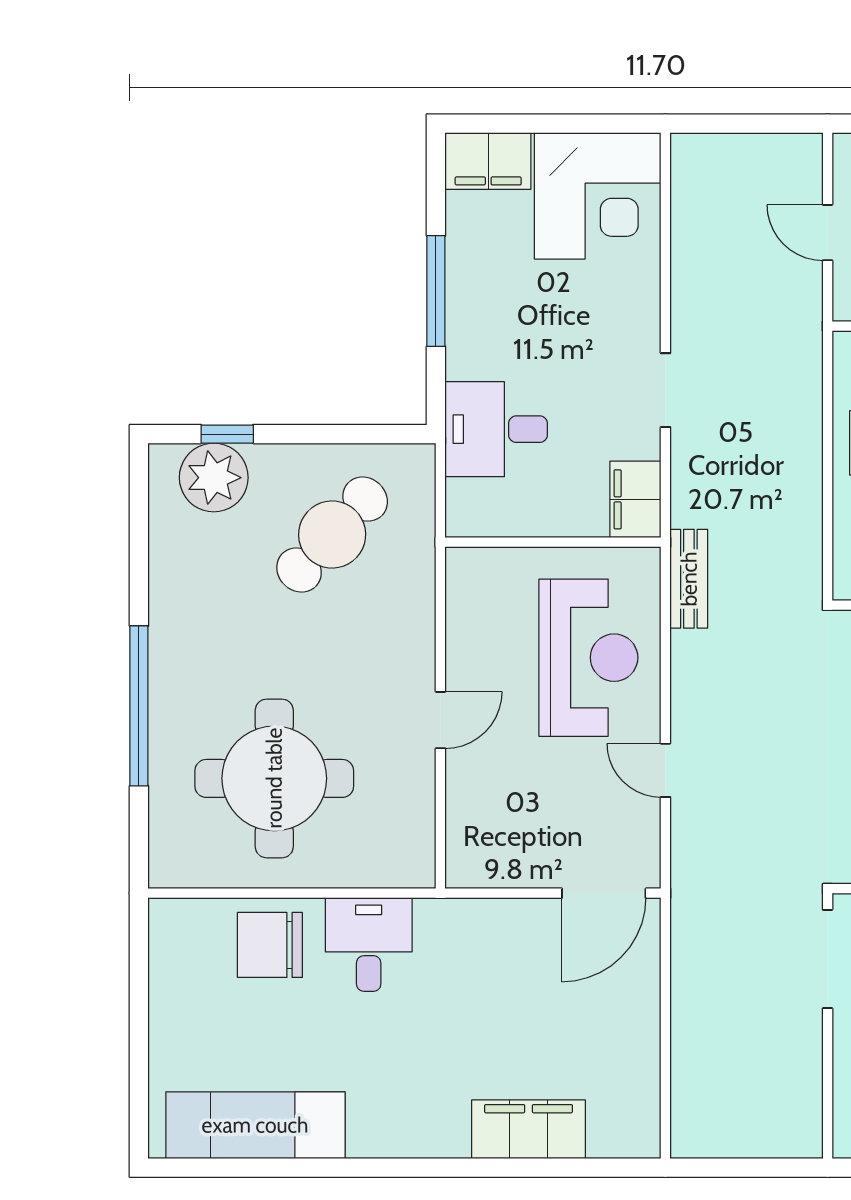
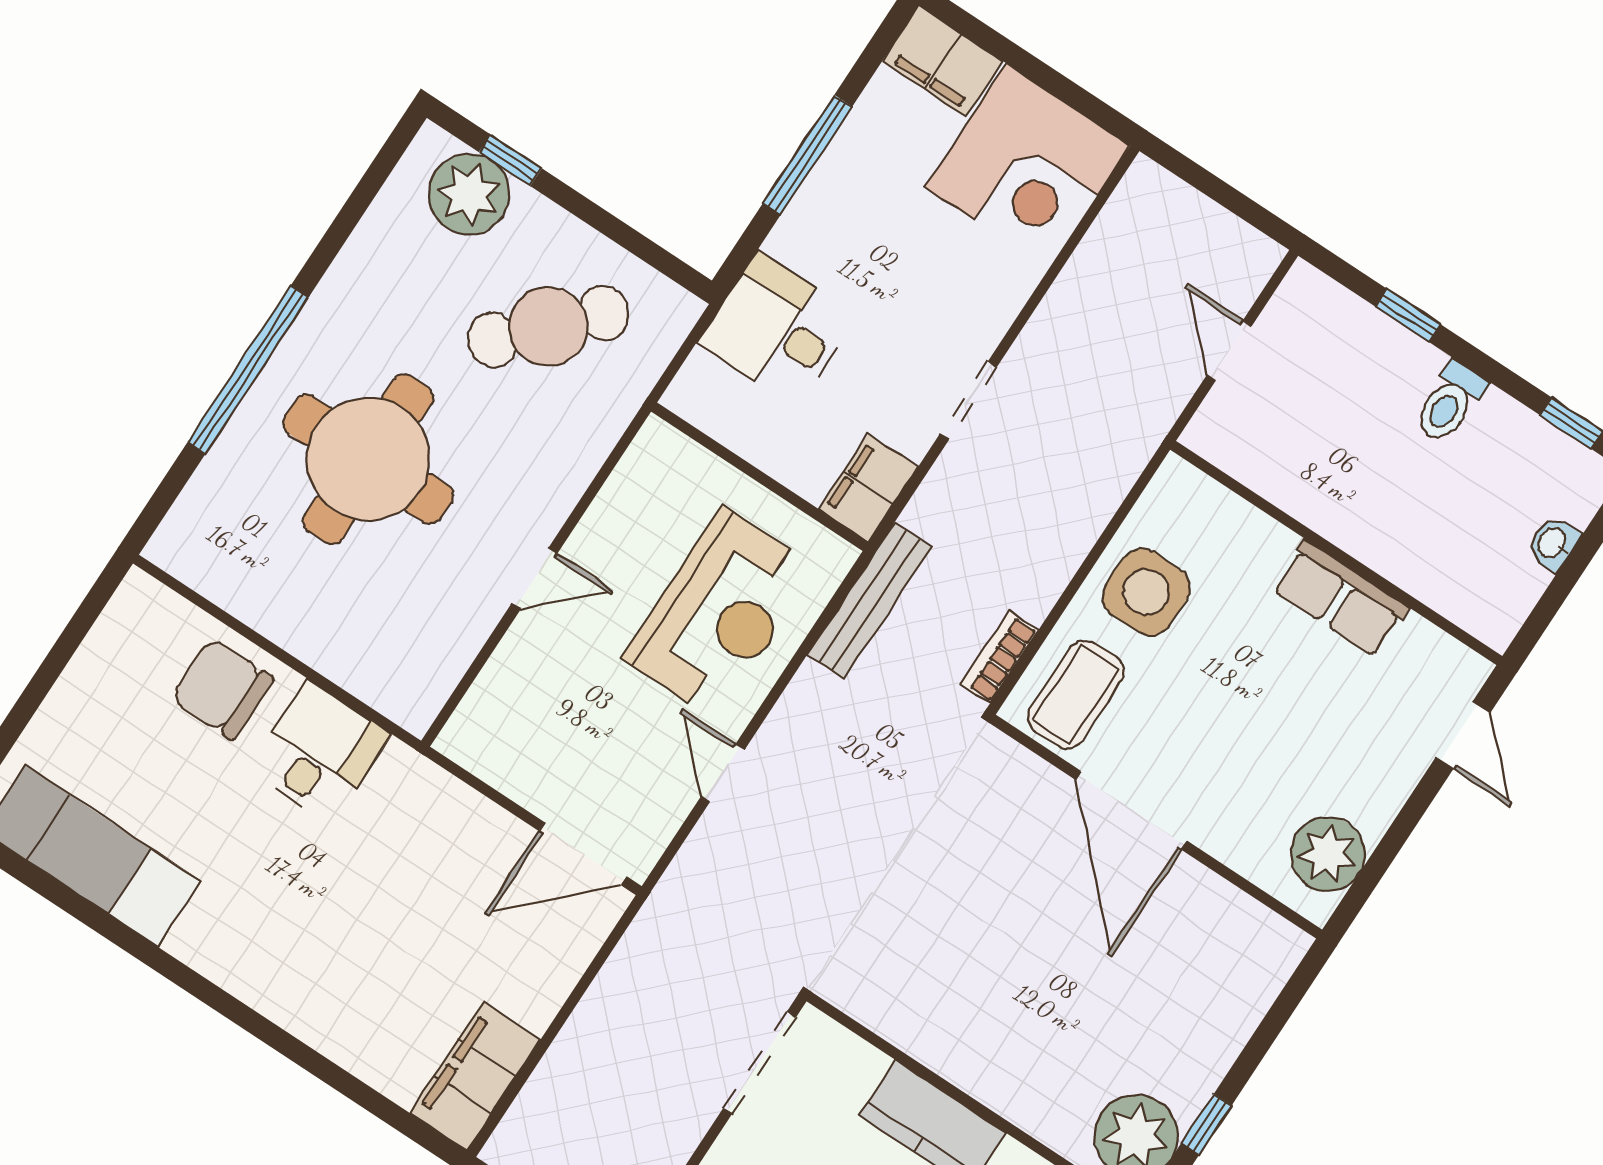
bookcase: (808, 558) -> (1000, 657), added
bench: (689, 579) -> (869, 600), width x1.36
round table: (274, 778) -> (368, 459), moved
filing cabinet: (529, 1129) -> (475, 1076), moved, turned -90

